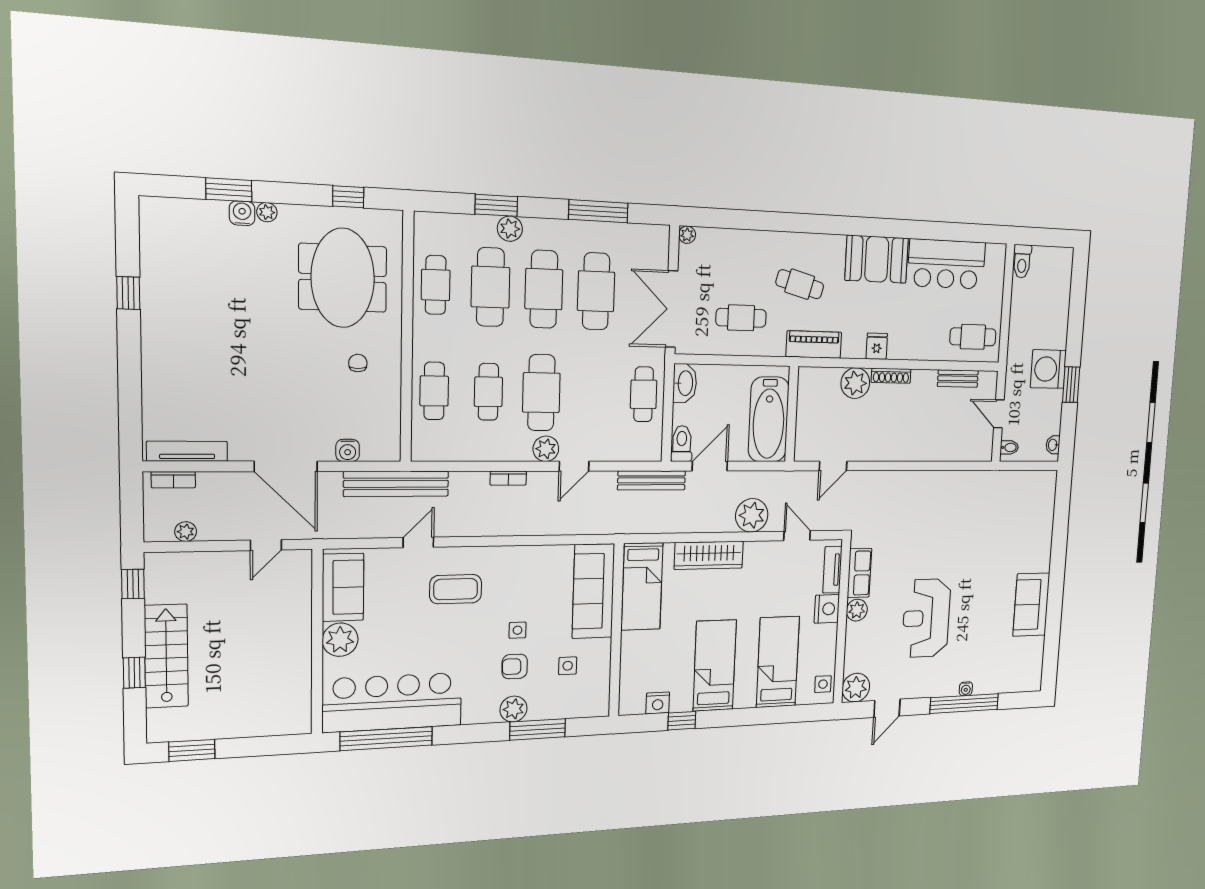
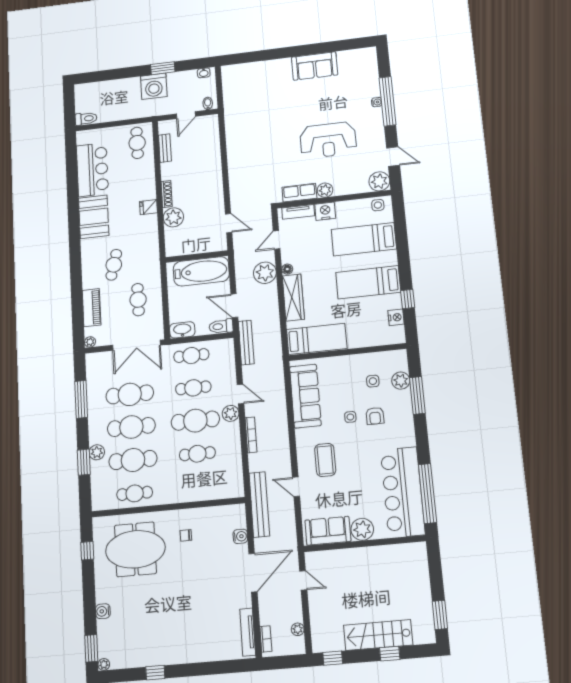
window: (229, 190) -> (91, 648), moved
plant: (267, 212) -> (104, 664), moved
piano: (814, 344) -> (92, 308), moved, turned 180
cafe table: (434, 391) -> (193, 388), moved
bookcase: (508, 478) -> (251, 435), width x1.56
floor lamp: (752, 549) -> (287, 269), added
sofa: (593, 591) -> (305, 396), moved, turned -90
plant: (514, 709) -> (401, 381), moved

